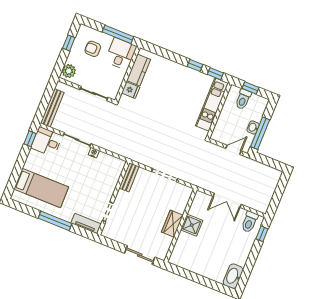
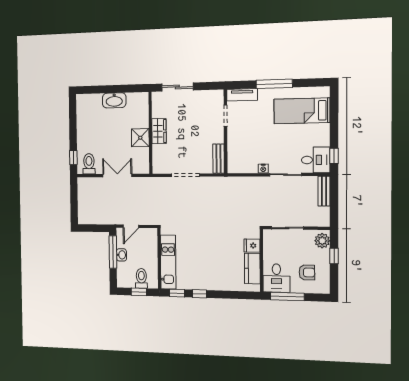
window: (69, 43) -> (334, 256), moved
bench: (52, 108) -> (324, 191), width x0.73
washbasin: (233, 276) -> (114, 100), moved, turned 90

